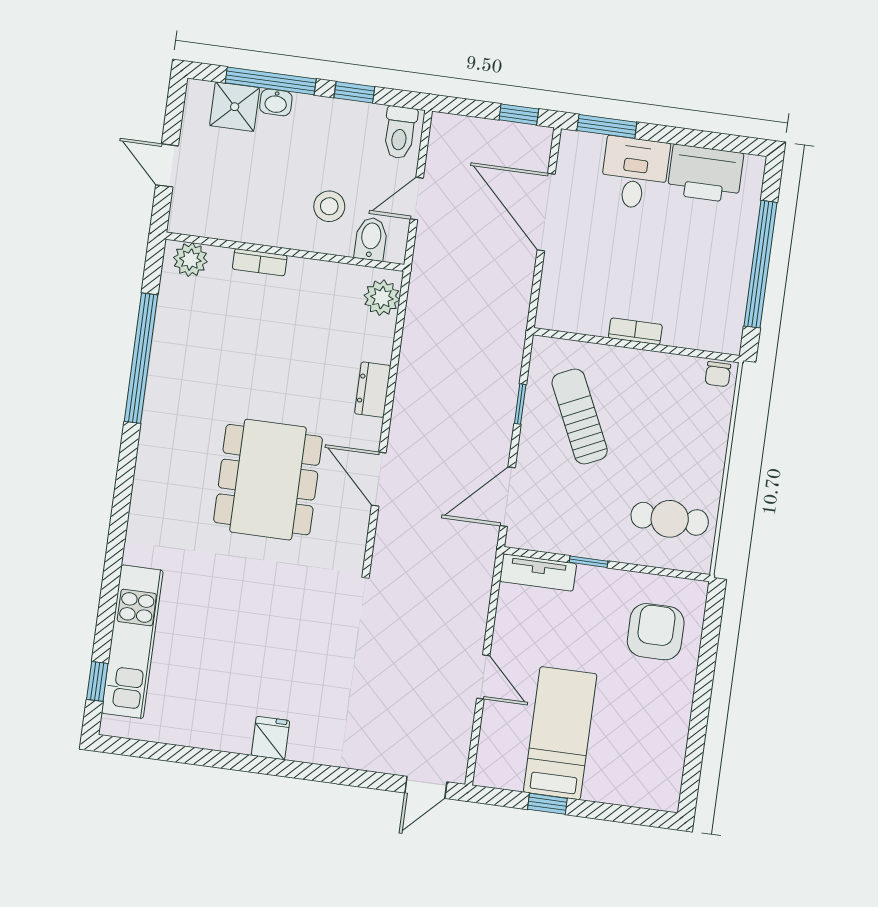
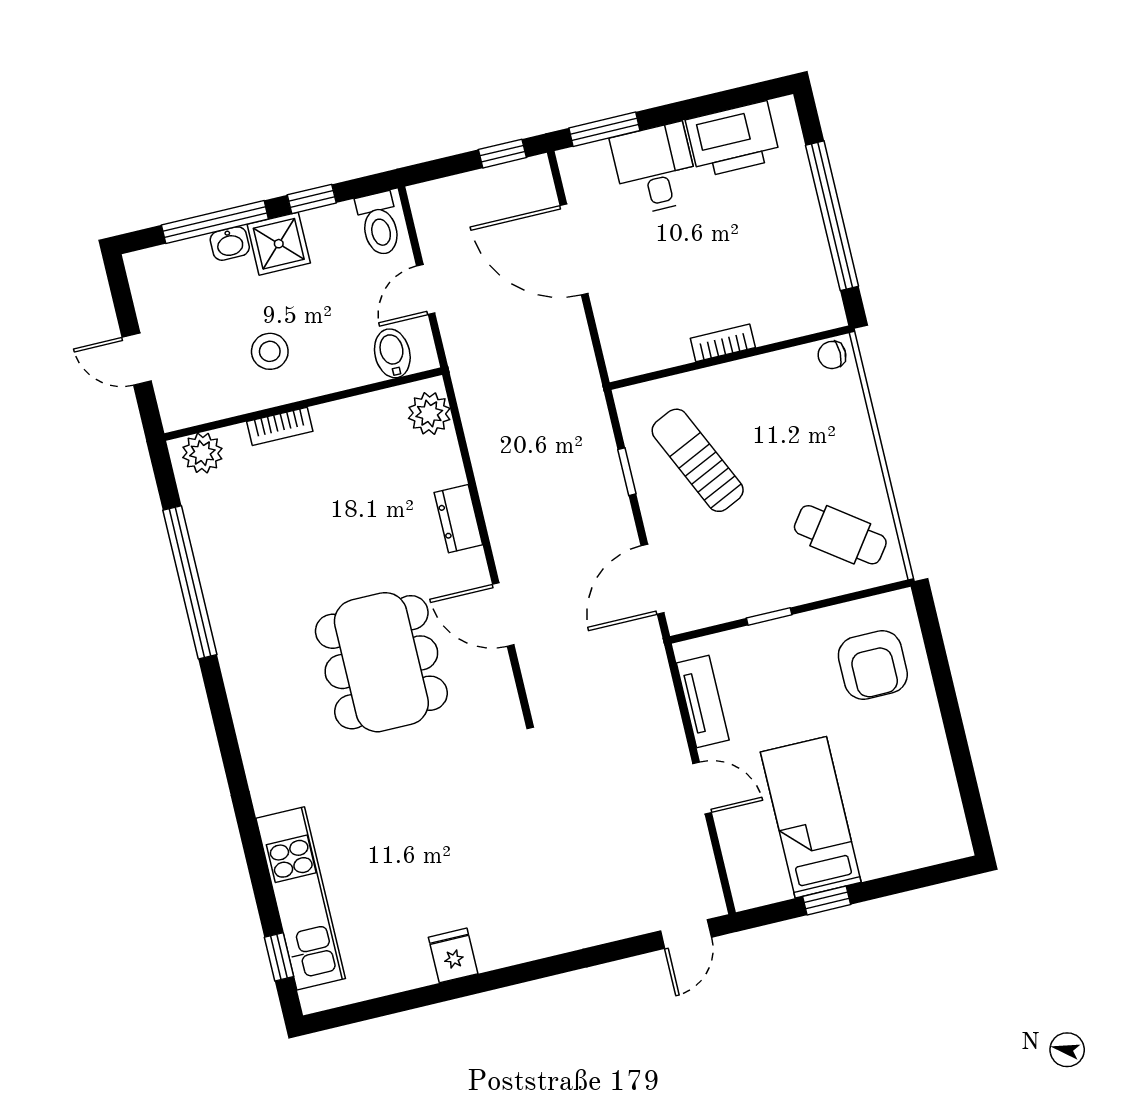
shower: (235, 107) -> (279, 244), moved
stool: (329, 206) -> (270, 351), moved
chair: (718, 374) -> (832, 355), turned 90
cafe table: (670, 519) -> (840, 535), turned 36
tv unit: (538, 572) -> (703, 701), moved, turned -90
armchair: (656, 632) -> (873, 665), turned 180
fridge: (270, 738) -> (453, 955), moved

